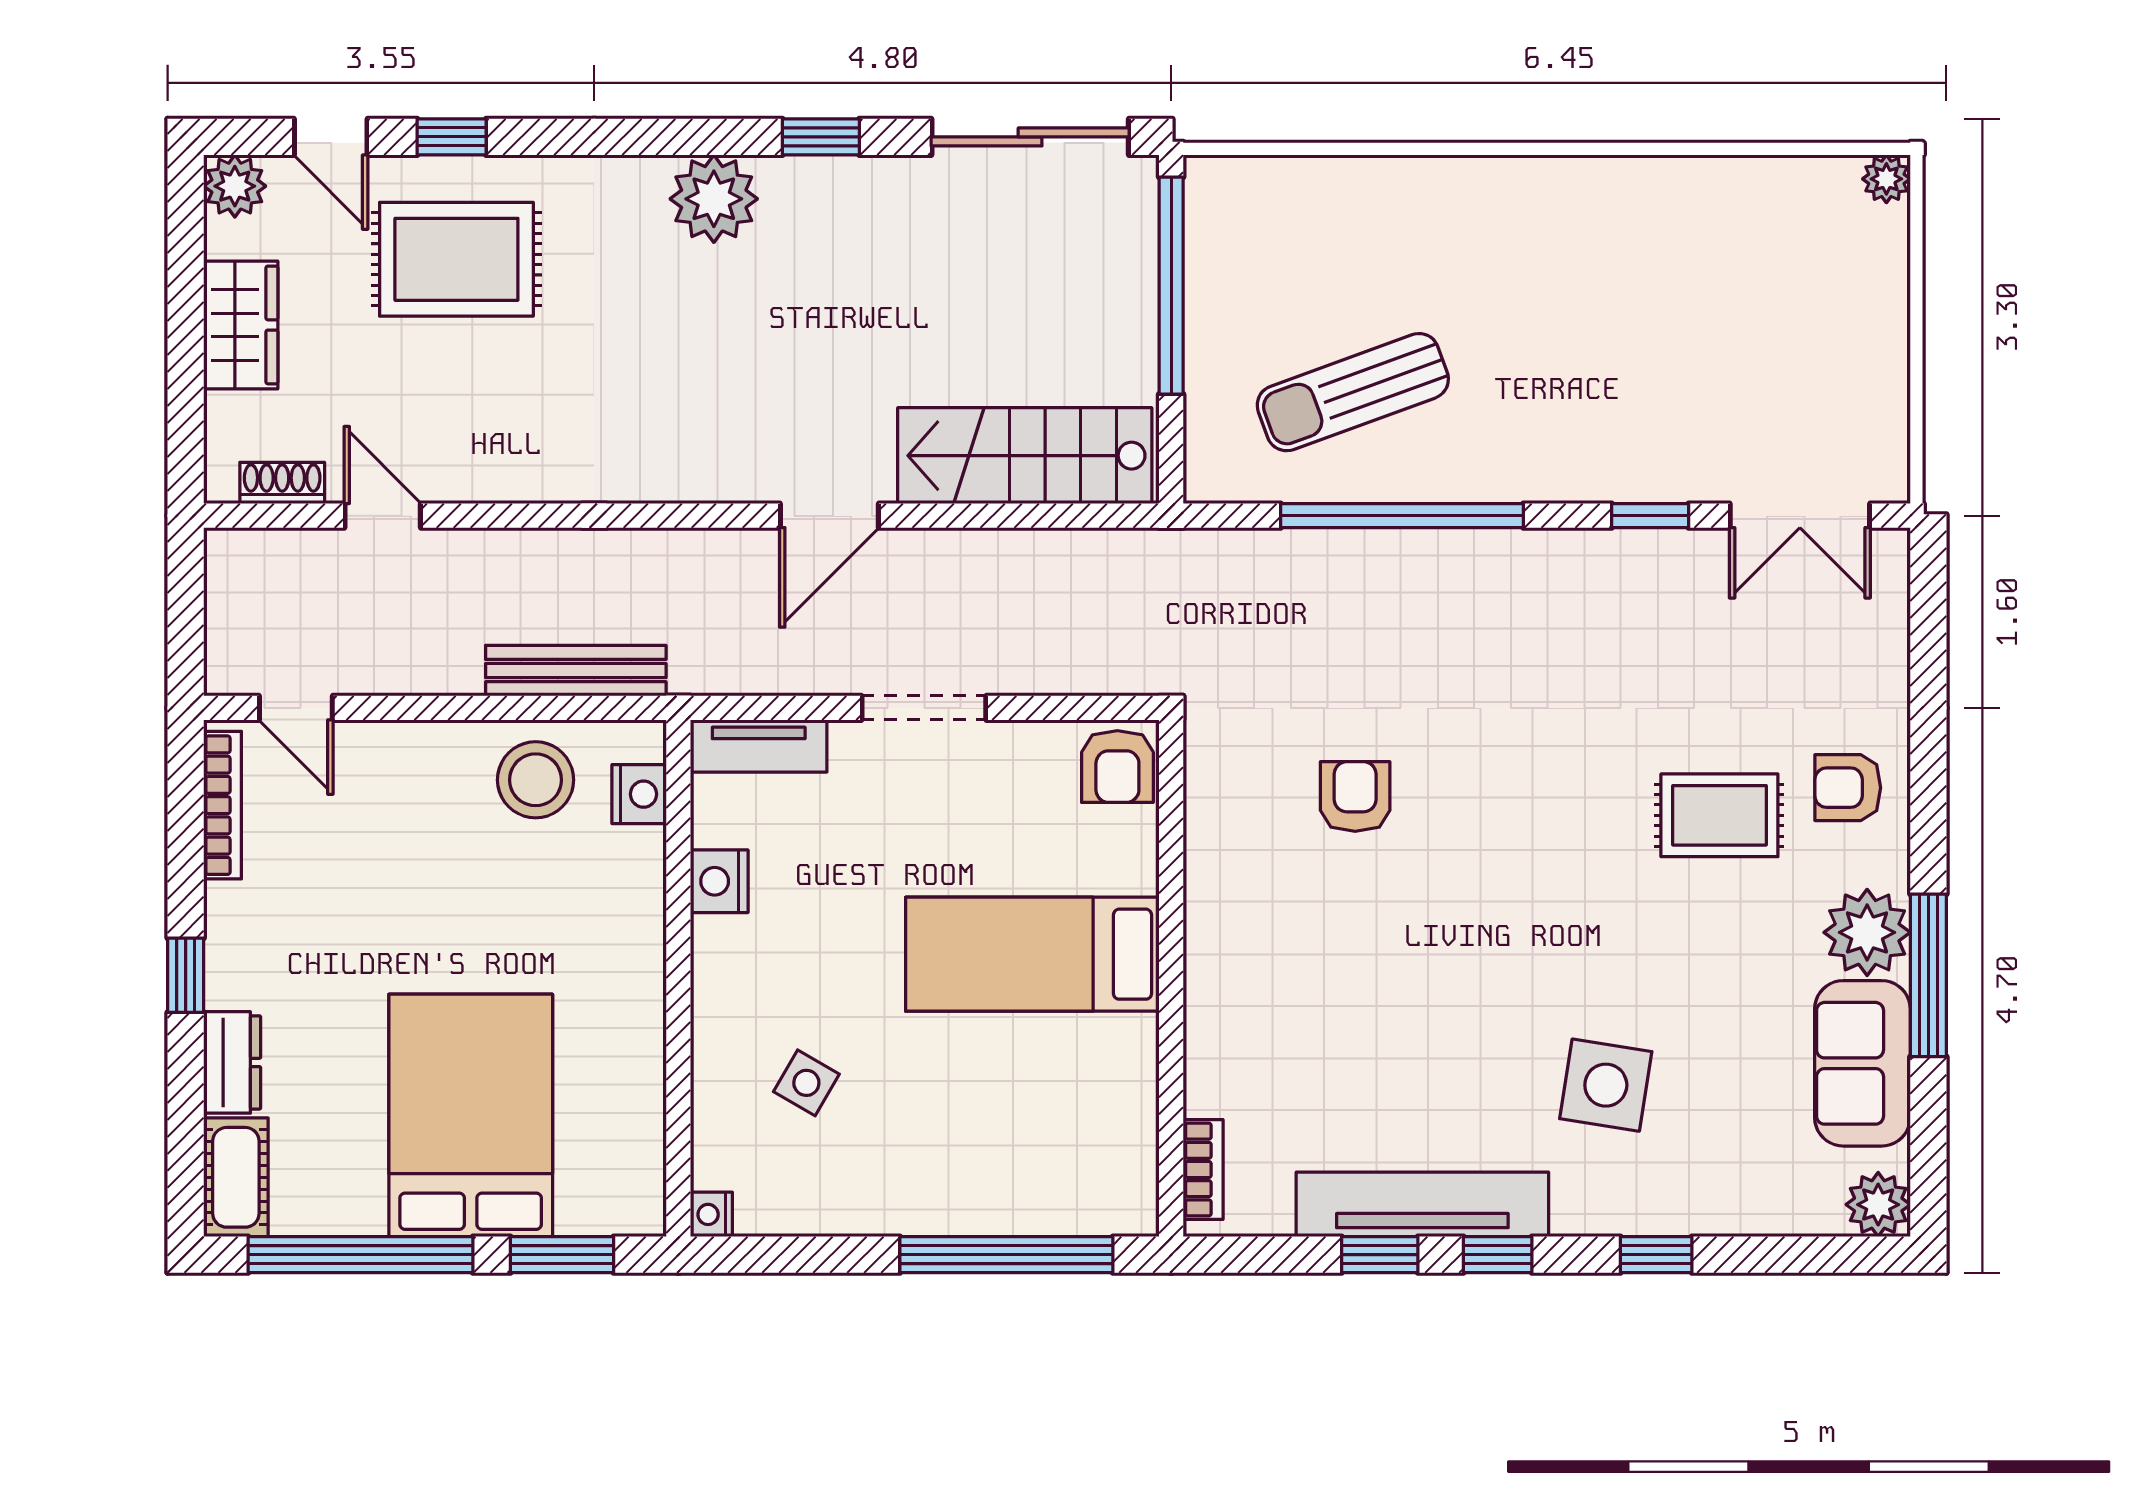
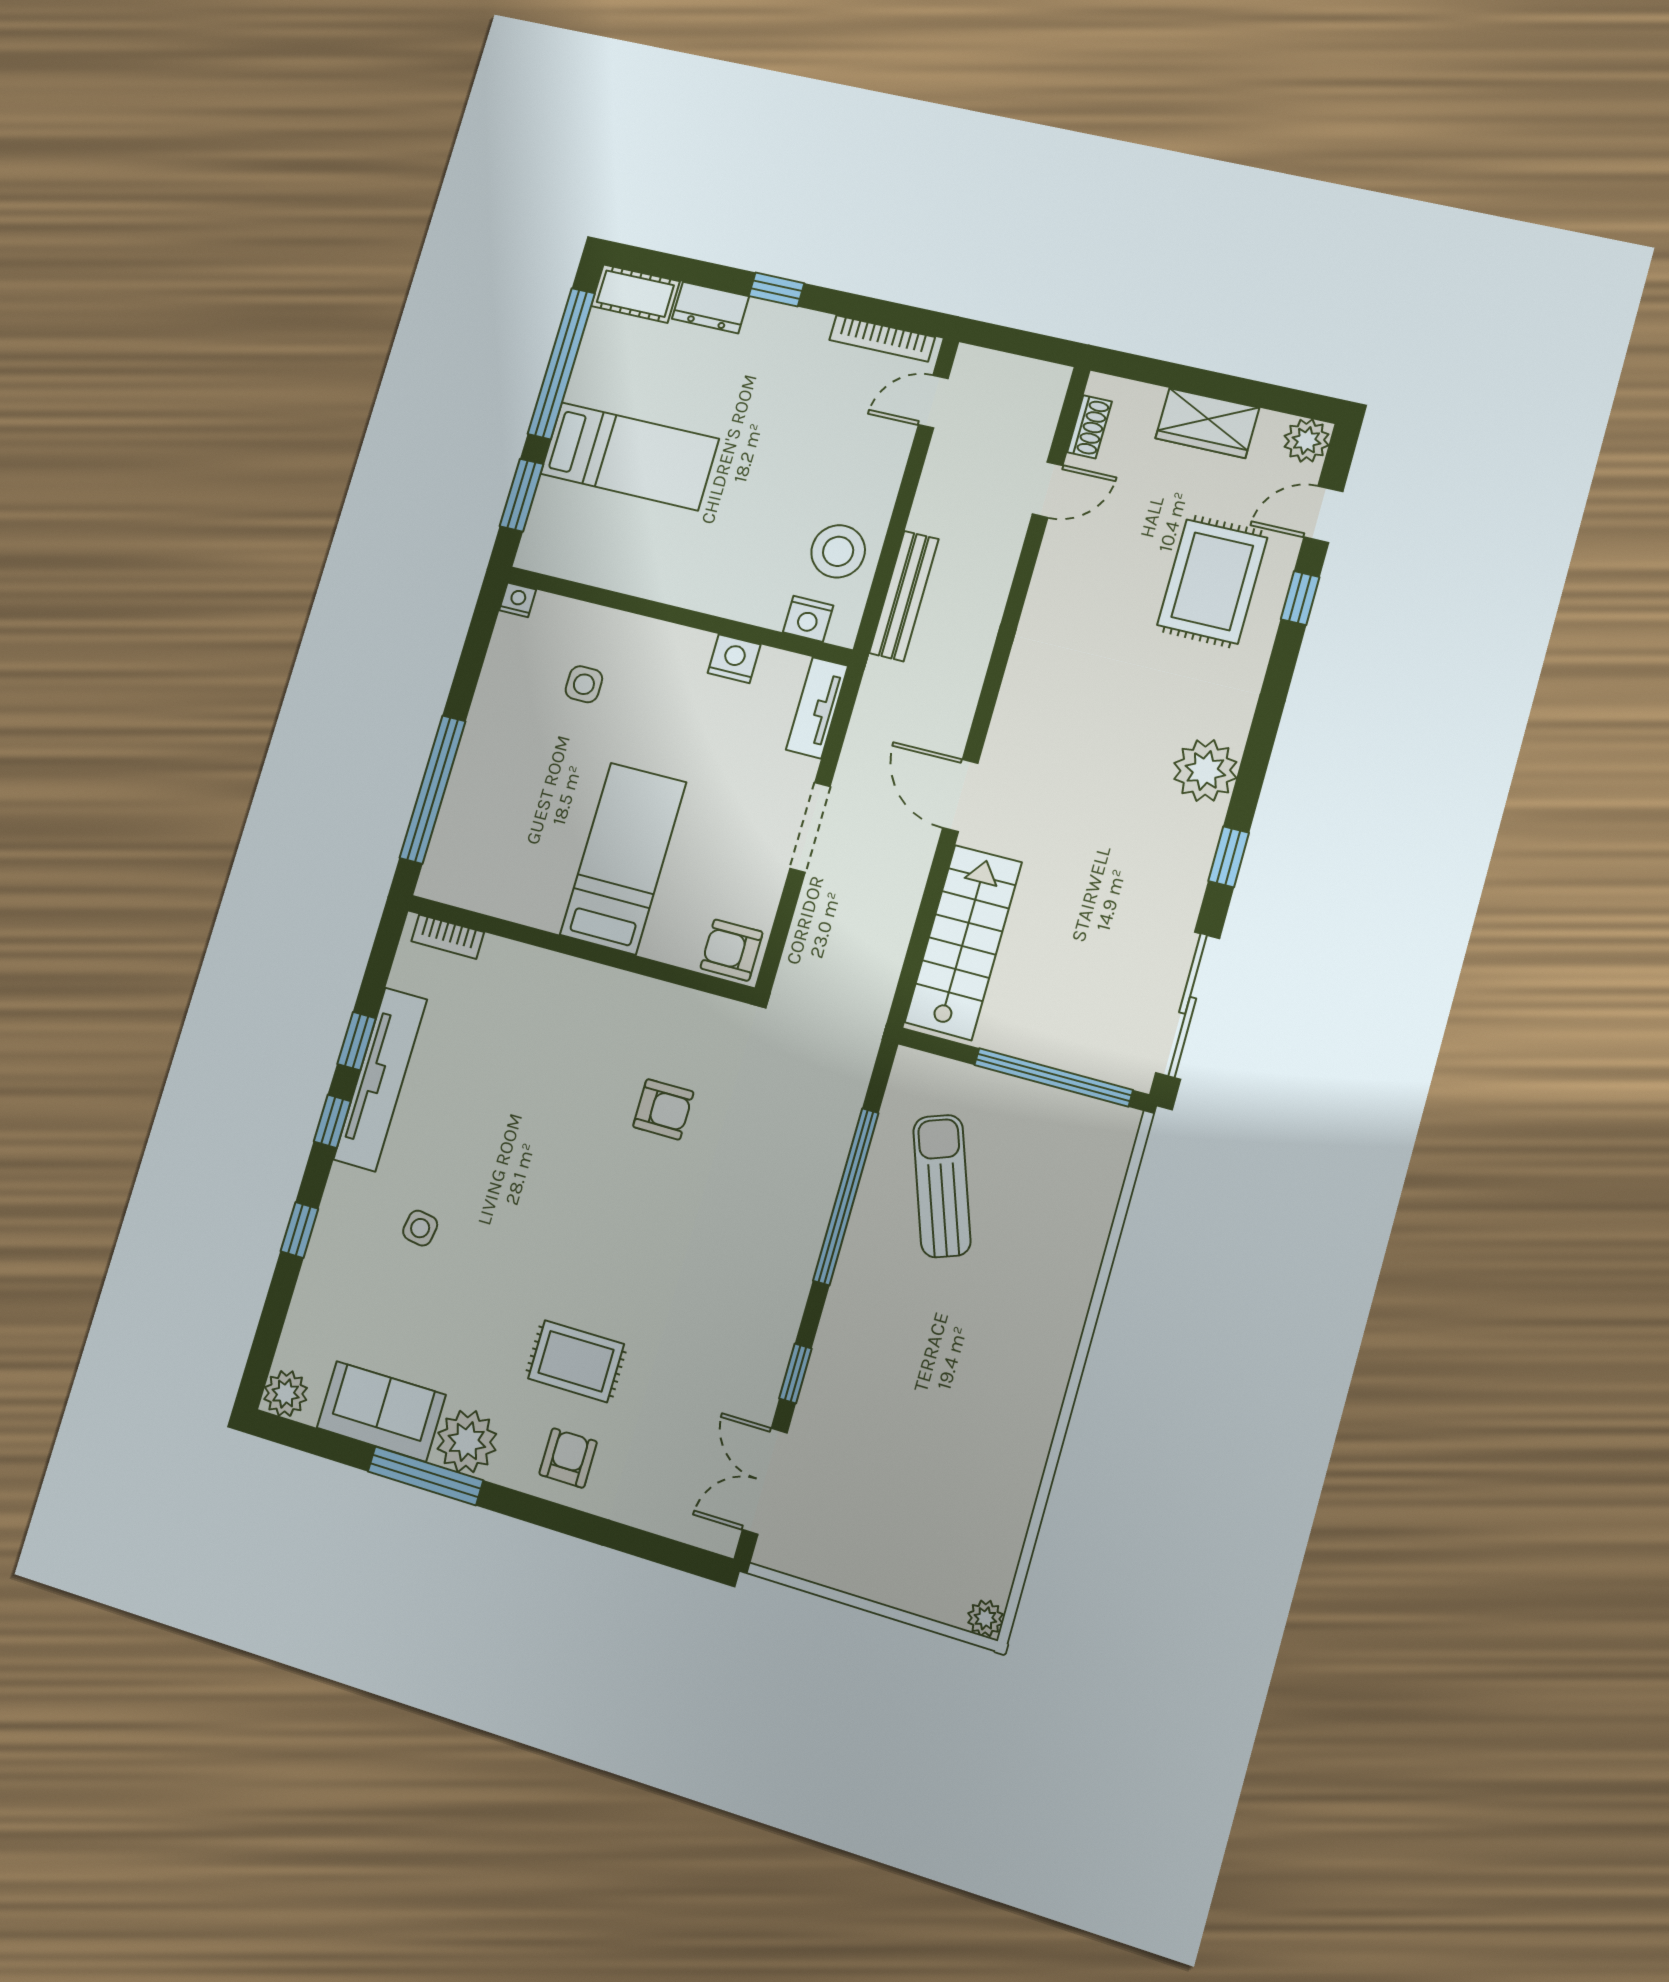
rug: (1719, 815) -> (576, 1361), turned 90
side table: (806, 1083) -> (584, 684), turned -30
side table: (1606, 1085) -> (420, 1228), width x0.54, depth x0.54
bed: (471, 1115) -> (629, 456), width x0.67

